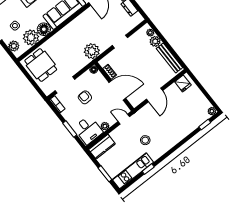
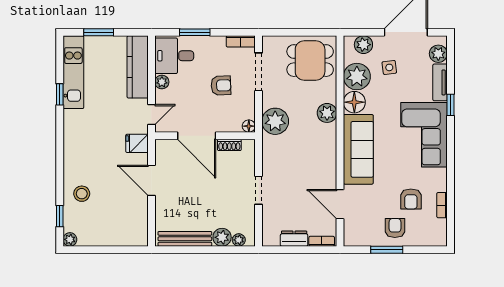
plant: (59, 38) -> (327, 113), added
plant: (92, 51) -> (275, 121), moved
fridge: (183, 83) -> (137, 143), moved
door: (117, 90) -> (197, 136), hinge flipped
stool: (145, 140) -> (82, 194), moved
kitchen counter: (102, 147) -> (138, 67), width x1.50

